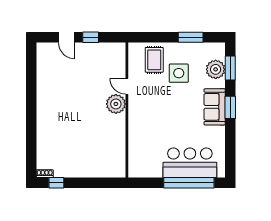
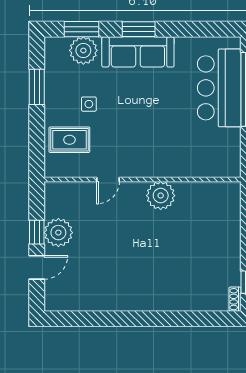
plant: (90, 52) -> (58, 233), added
side table: (179, 73) -> (89, 104), width x0.54, depth x0.54
plant: (116, 104) -> (161, 196), moved
sofa: (215, 107) -> (138, 52), width x1.36

